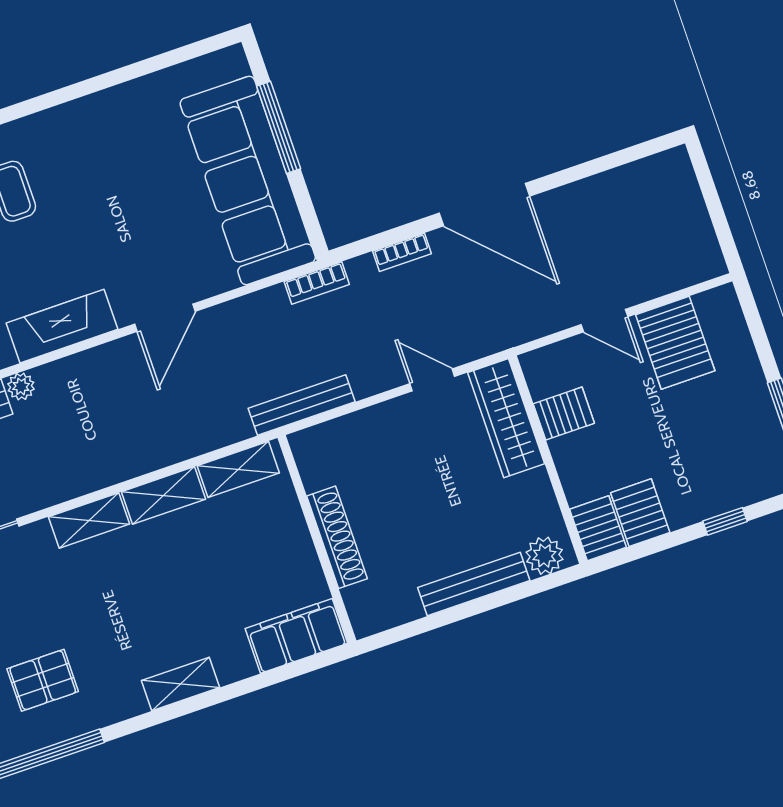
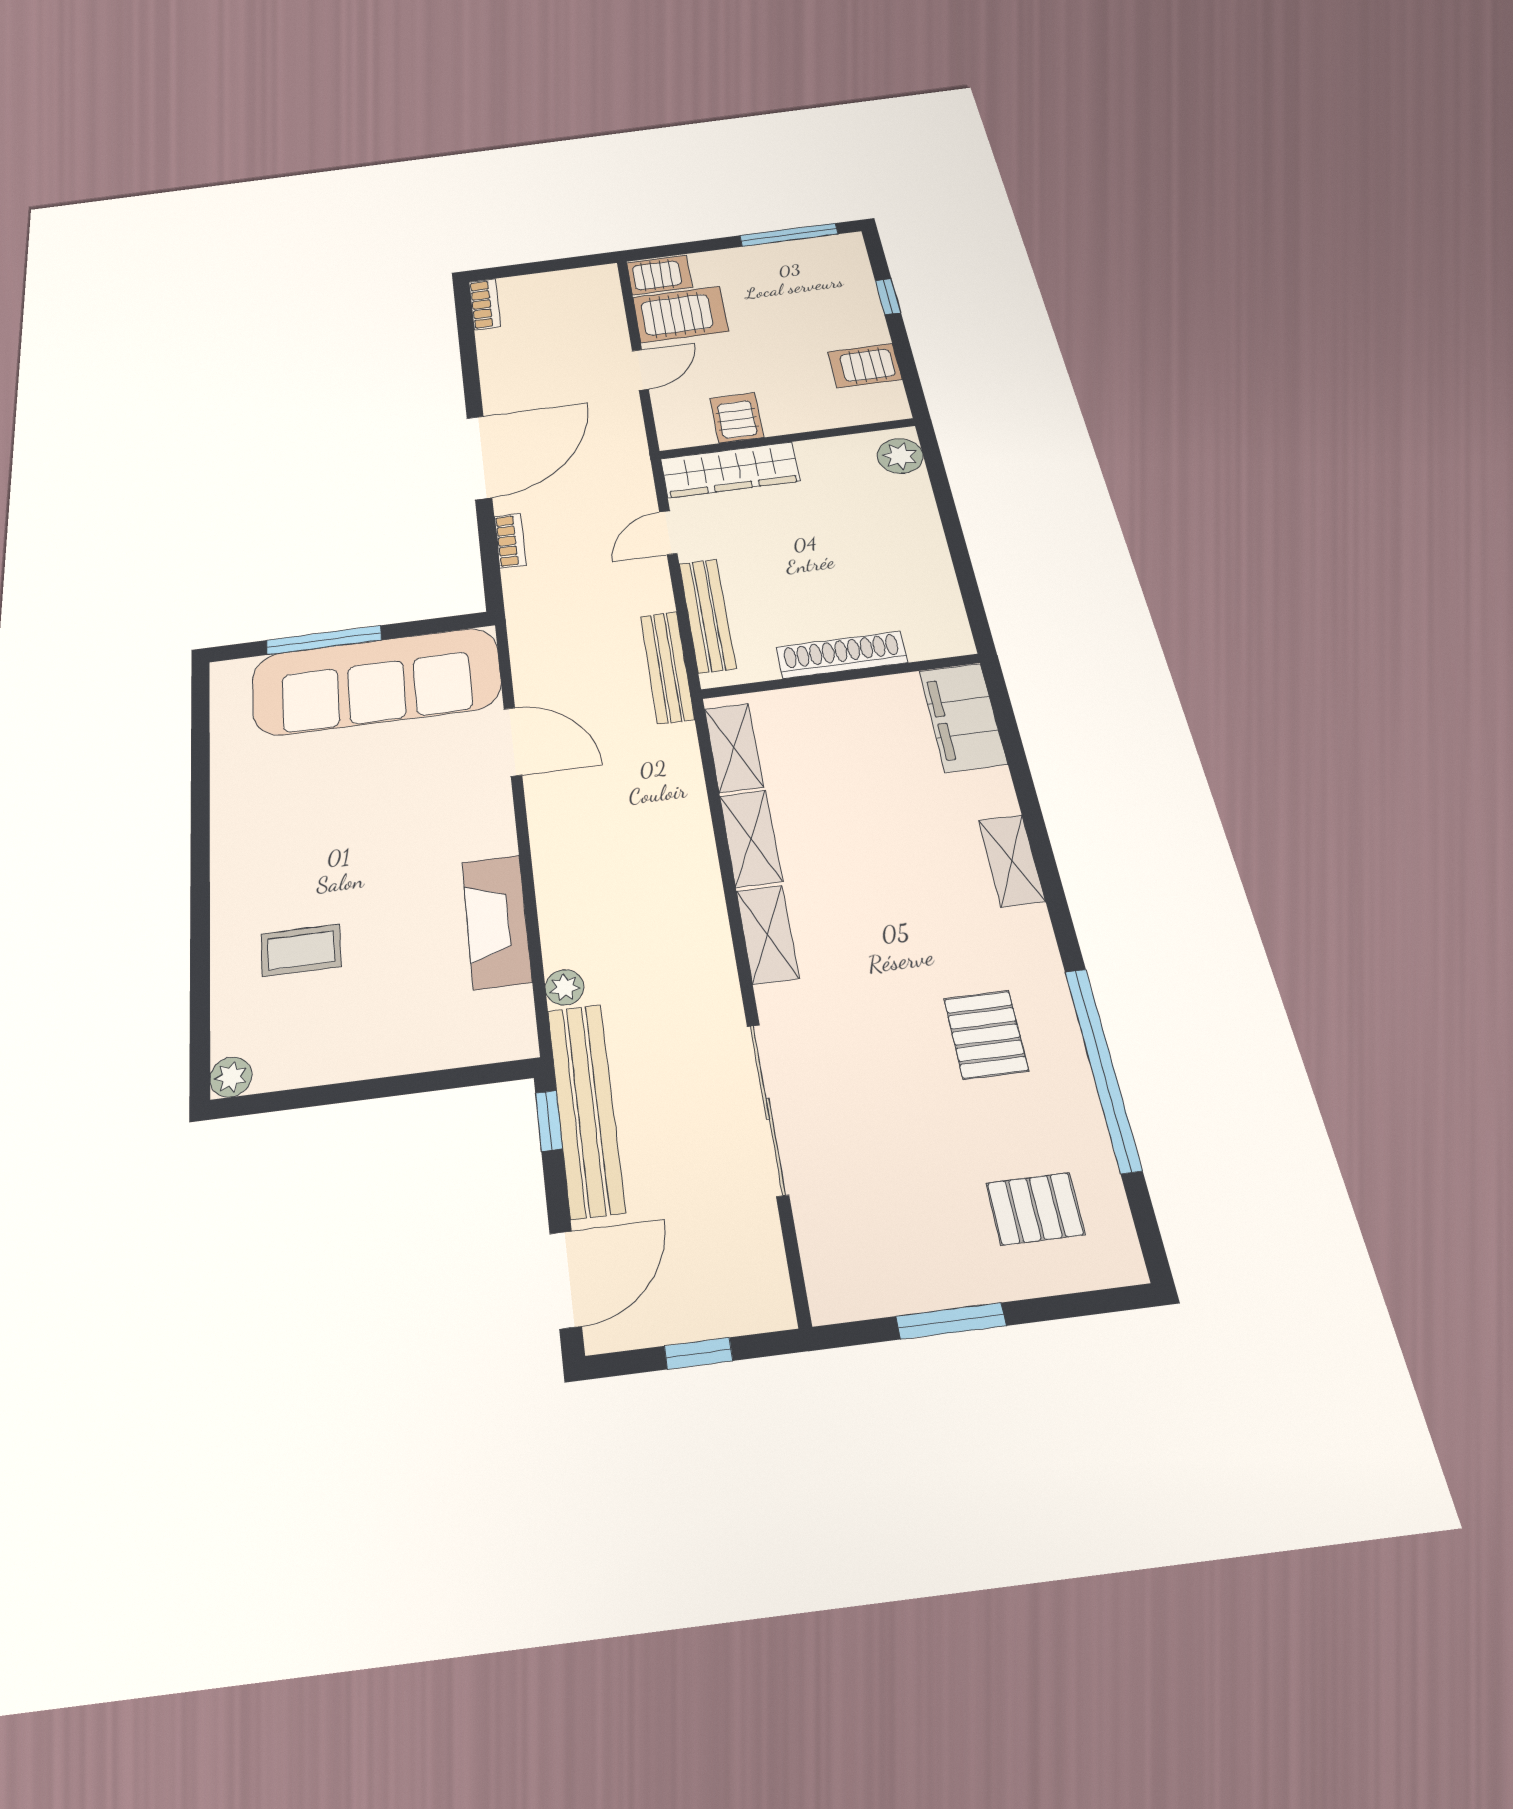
bookcase: (317, 283) -> (485, 304), moved
door: (165, 318) -> (513, 742), moved
server rack: (598, 528) -> (659, 275), moved, turned 180
bench: (474, 584) -> (707, 615), moved

